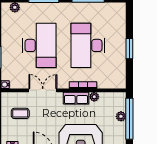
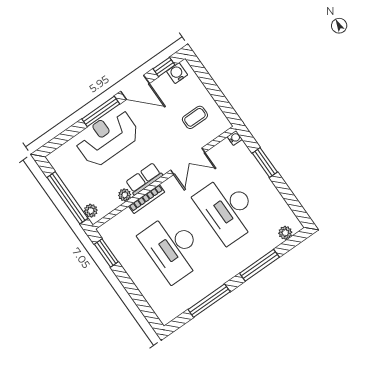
desk: (88, 45) -> (173, 248), turned 180
window: (129, 49) -> (106, 253), moved
plant: (121, 116) -> (91, 211), moved

